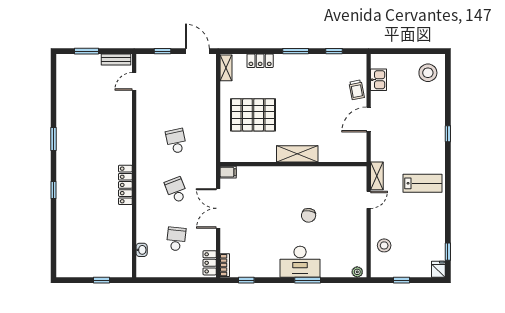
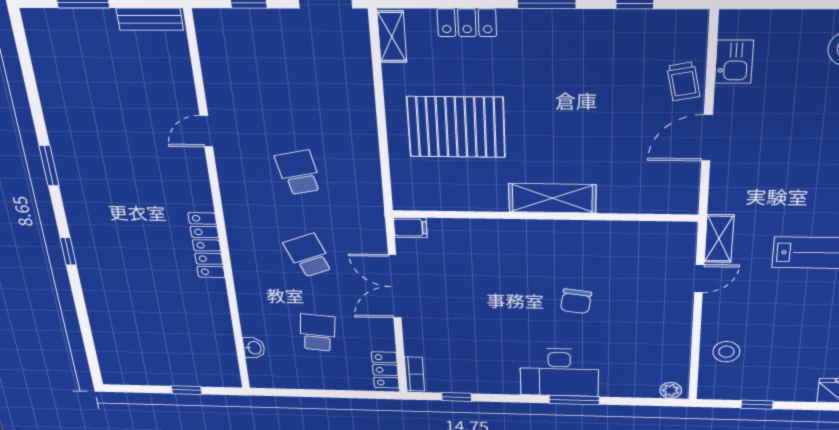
door: (134, 81) -> (206, 131), moved

